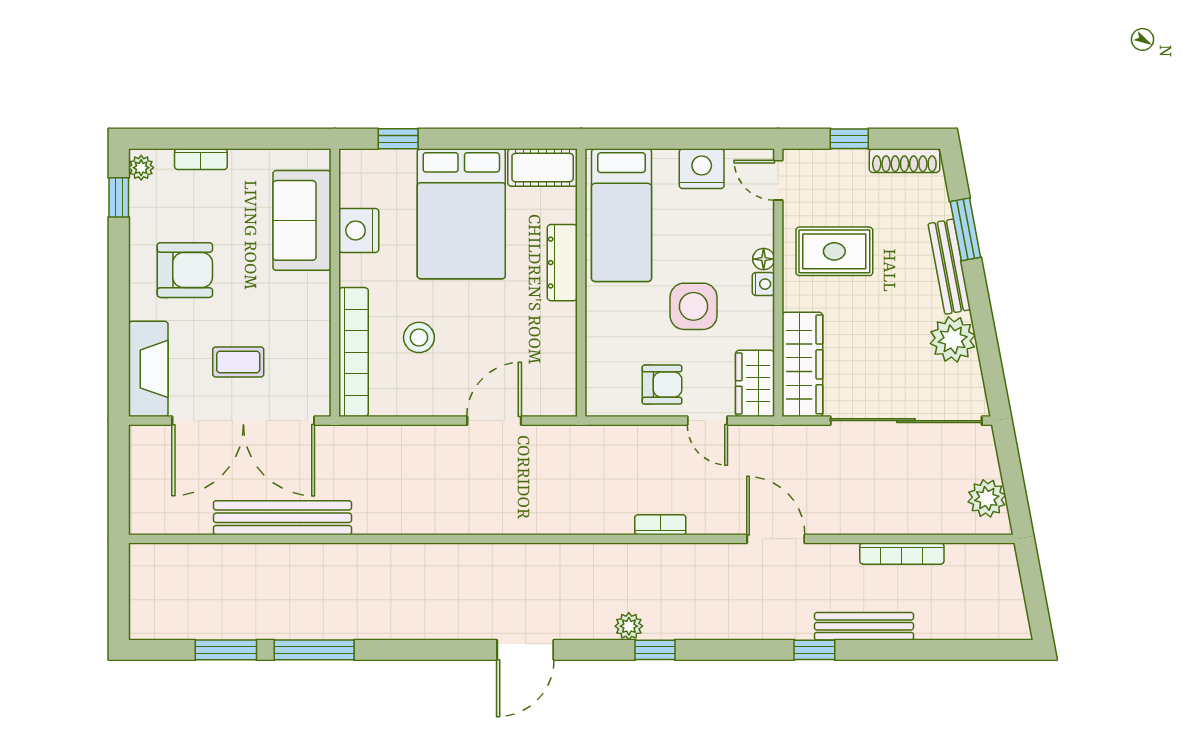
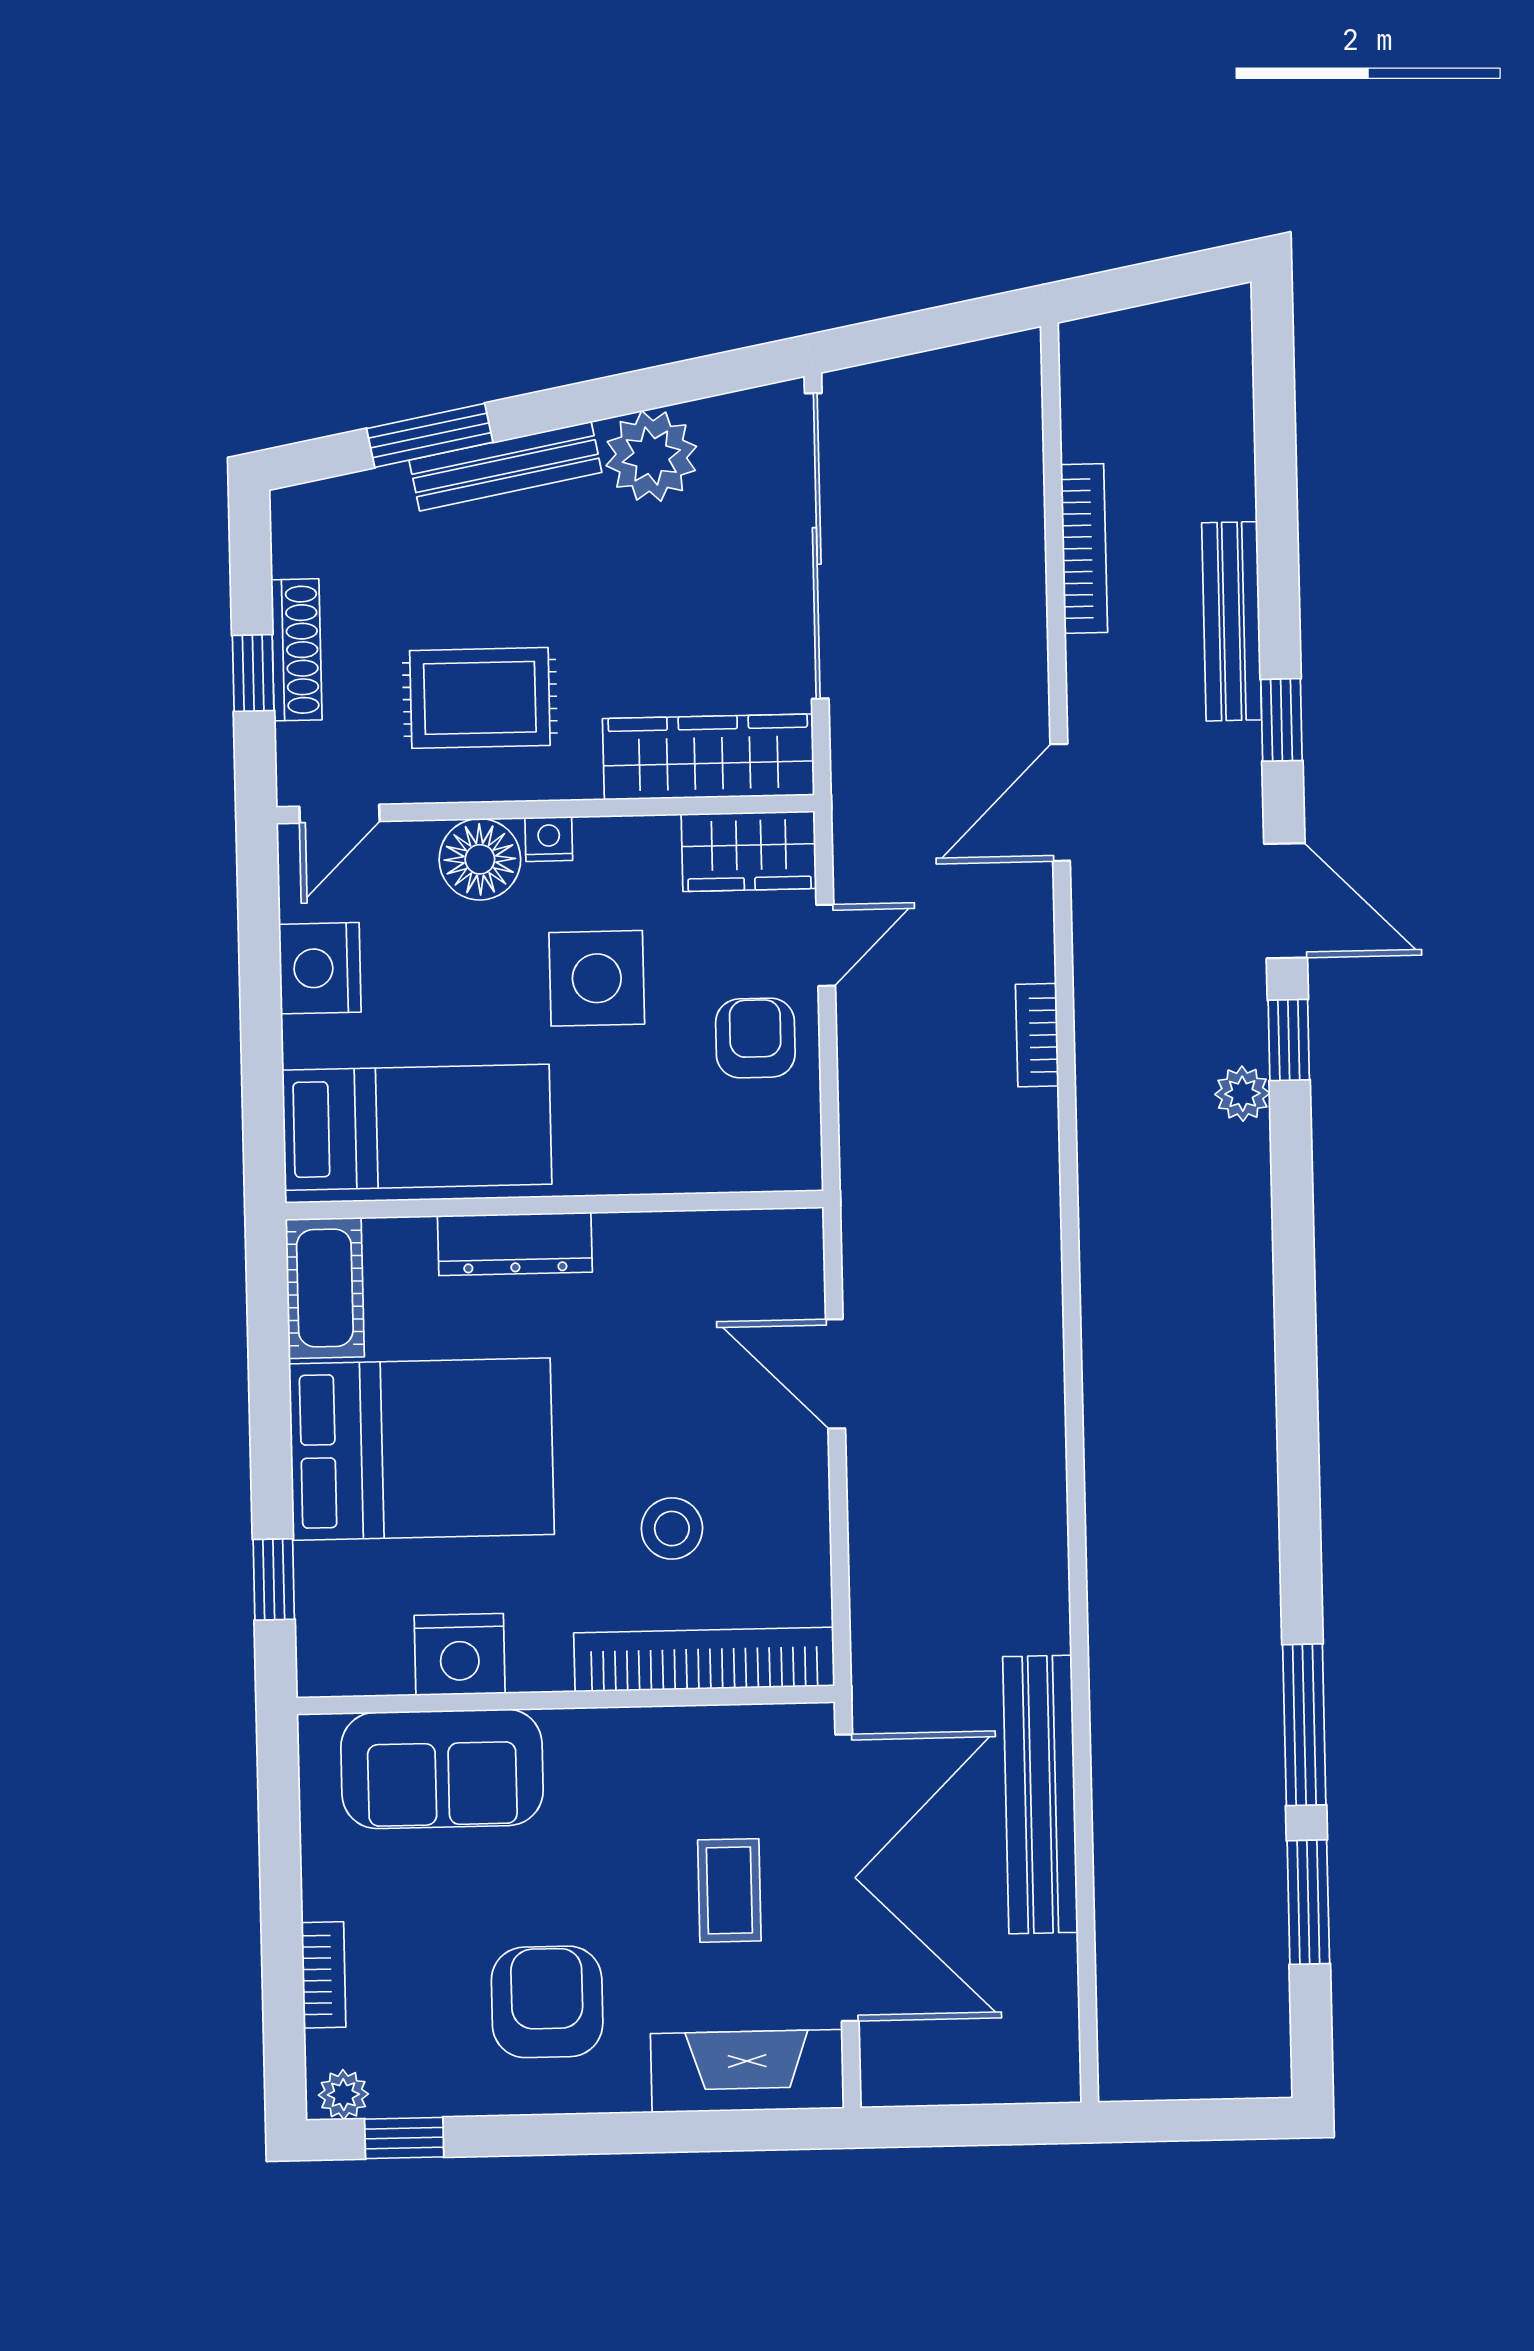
shoe rack: (904, 161) -> (296, 650), moved
rug: (834, 251) -> (480, 698), turned 90
floor lamp: (764, 259) -> (480, 859), width x1.89, depth x1.89
plant: (987, 498) -> (969, 380), removed
door: (525, 650) -> (1286, 901), moved

